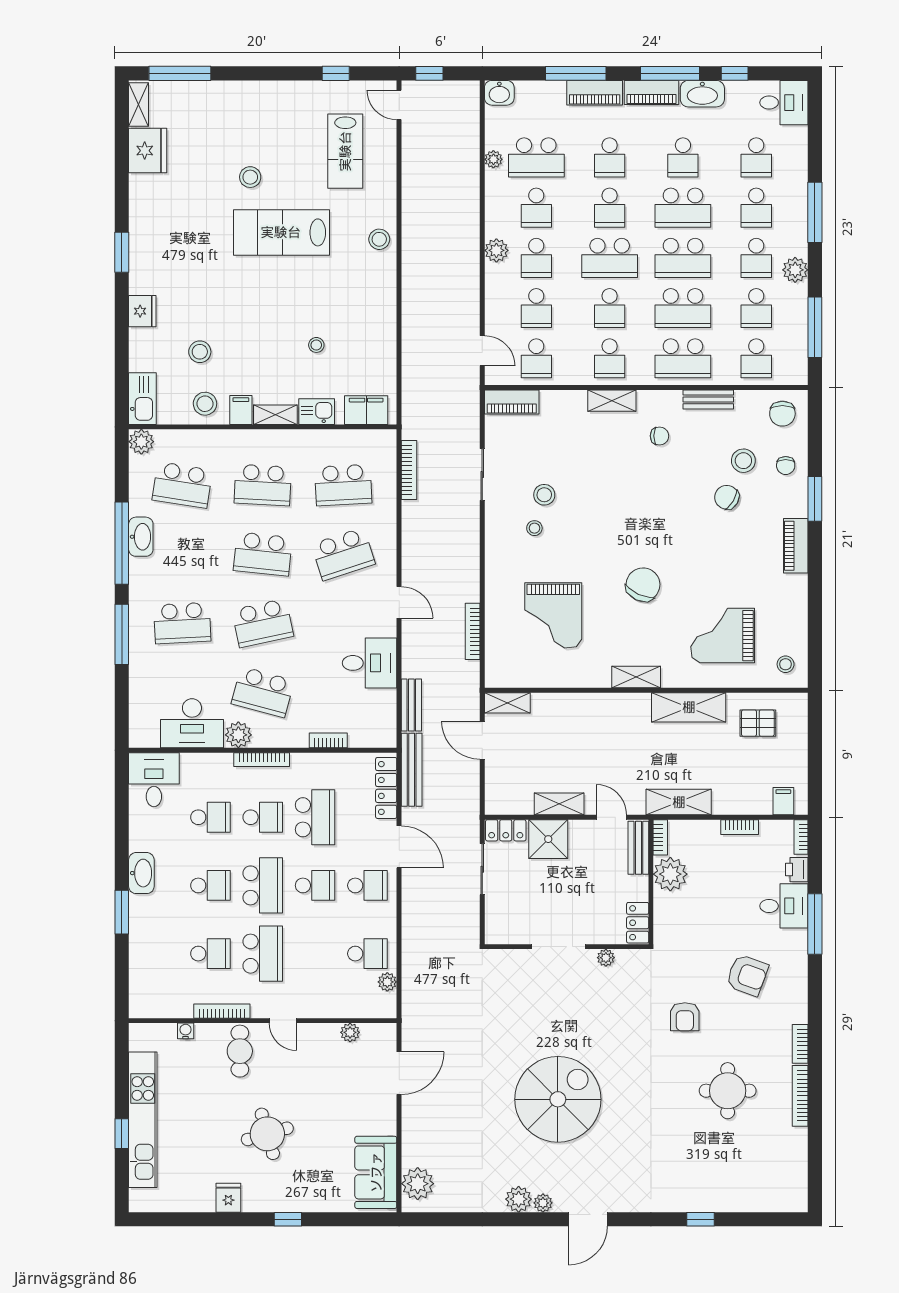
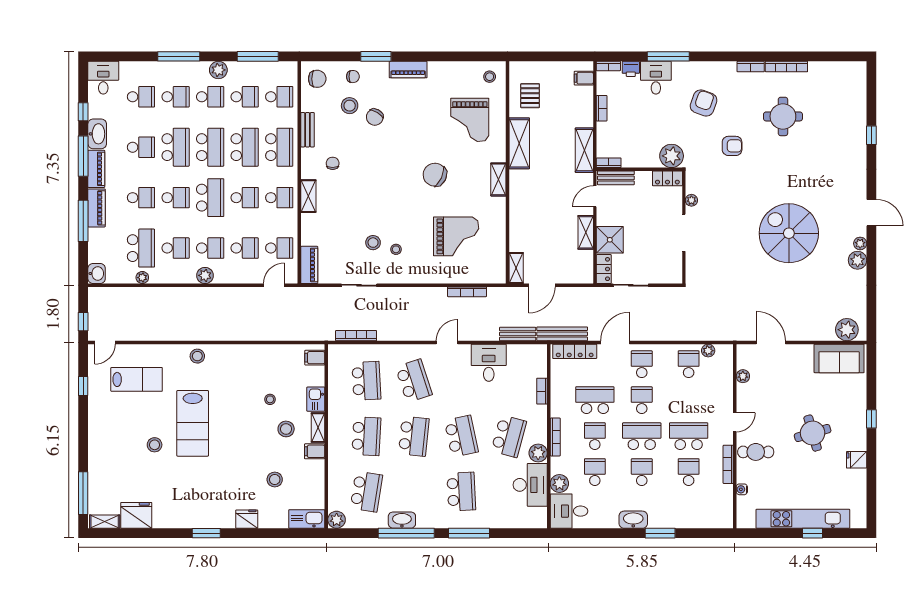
stool: (205, 404) -> (286, 429), moved
filing cabinet: (366, 410) -> (315, 358), width x0.50
plant: (194, 766) -> (559, 483), added
plant: (670, 874) -> (672, 156), moved

